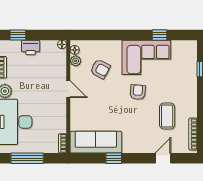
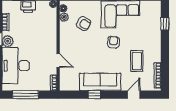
door: (68, 89) -> (58, 61), moved
sofa: (96, 142) -> (100, 82), moved

